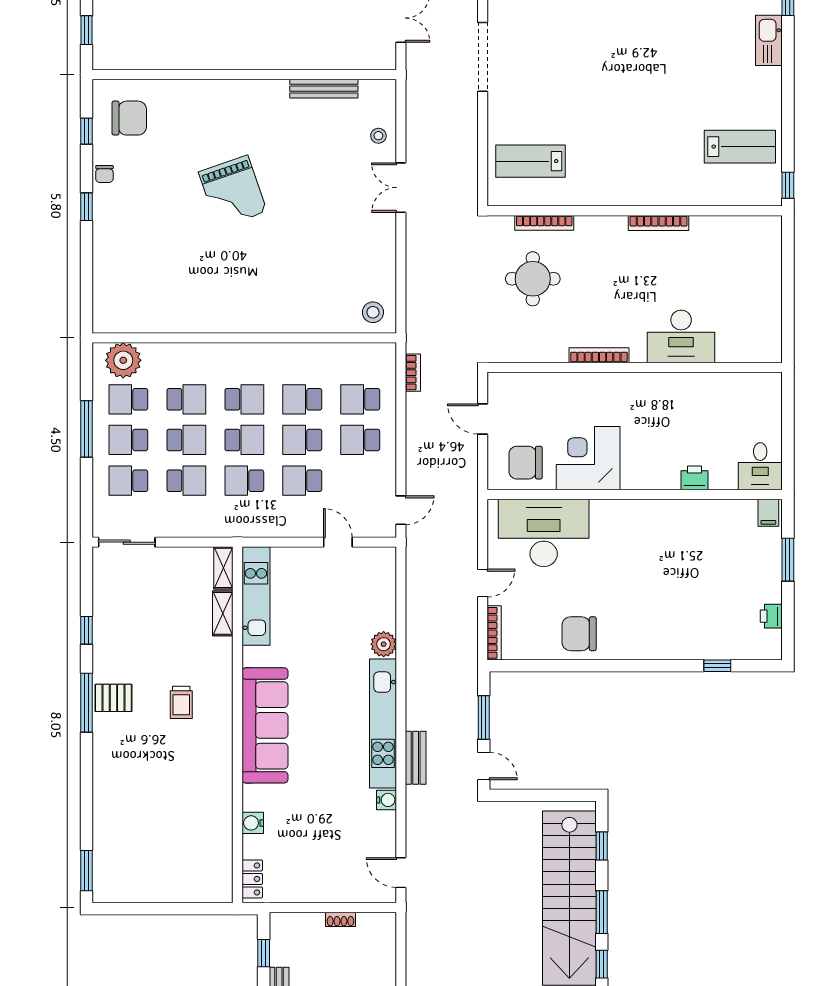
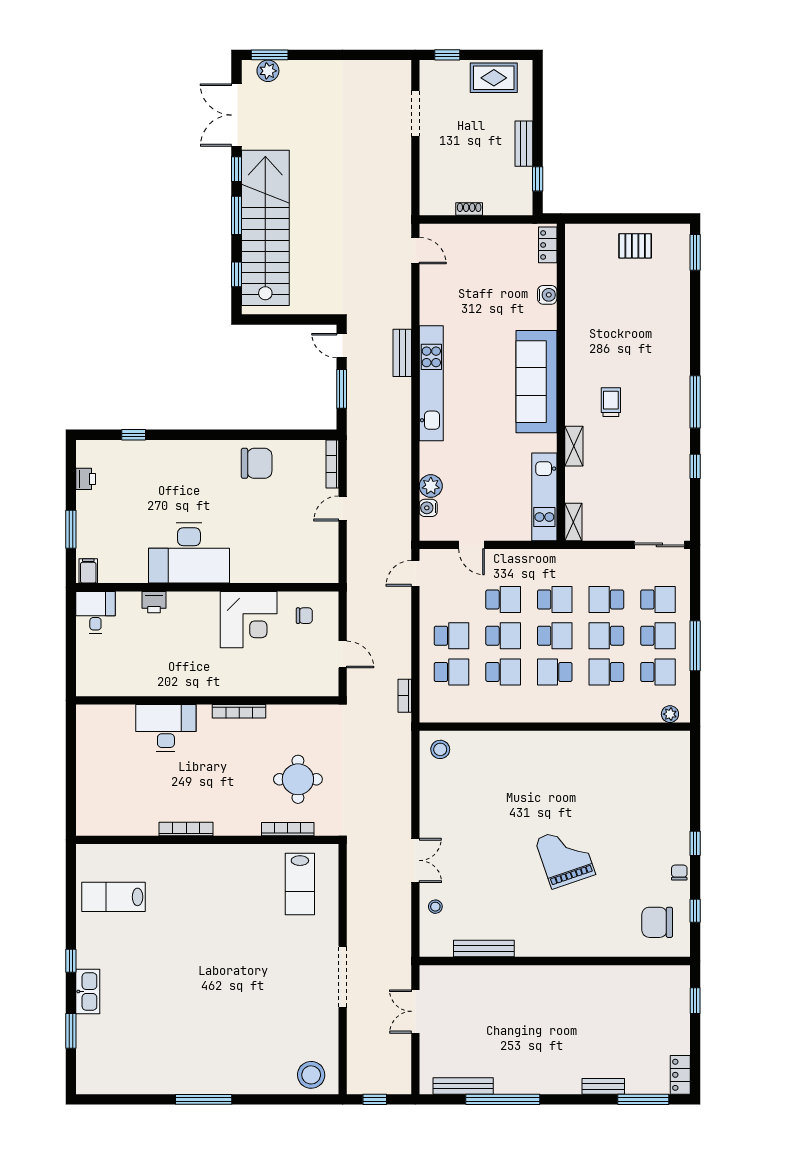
lab bench: (531, 161) -> (300, 884), turned 90
window: (788, 185) -> (71, 961), moved
plant: (123, 360) -> (670, 714), width x0.53, depth x0.53
school desk: (244, 440) -> (555, 636), turned 180
chair: (526, 463) -> (304, 616), width x0.54, depth x0.54
desk: (544, 533) -> (189, 553), moved
shelving: (223, 613) -> (574, 446), moved
plant: (384, 644) -> (431, 486), moved
pallet: (113, 698) -> (635, 246), moved
water cooler: (386, 800) -> (428, 508), moved

